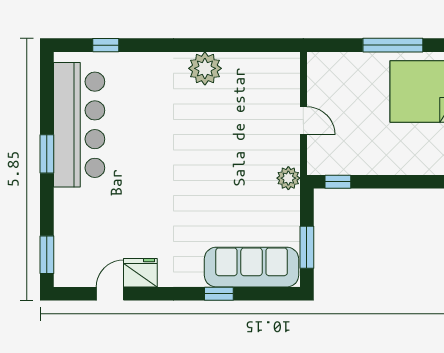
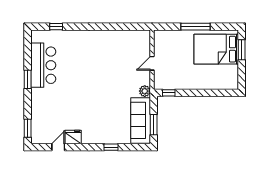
plant: (205, 68) -> (104, 38), removed
door: (303, 121) -> (152, 63), swing flipped
bar counter: (79, 125) -> (43, 65), width x0.73
sofa: (252, 267) -> (141, 120), moved, turned -90

